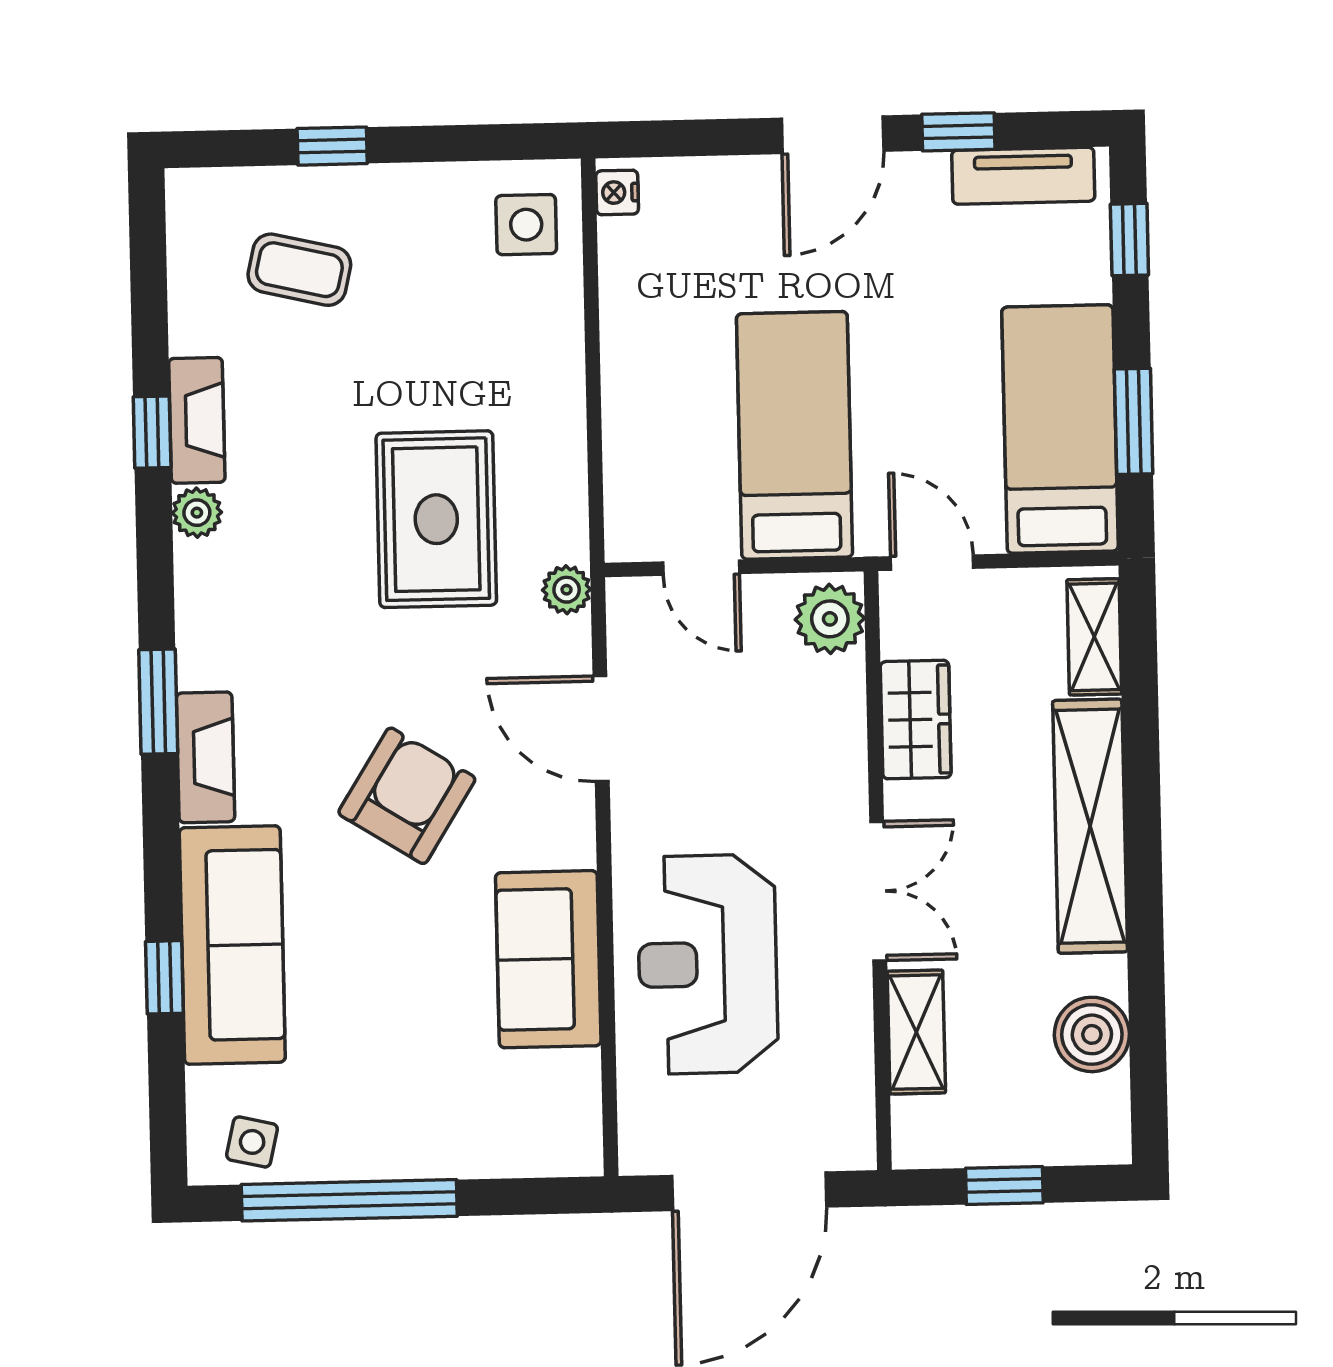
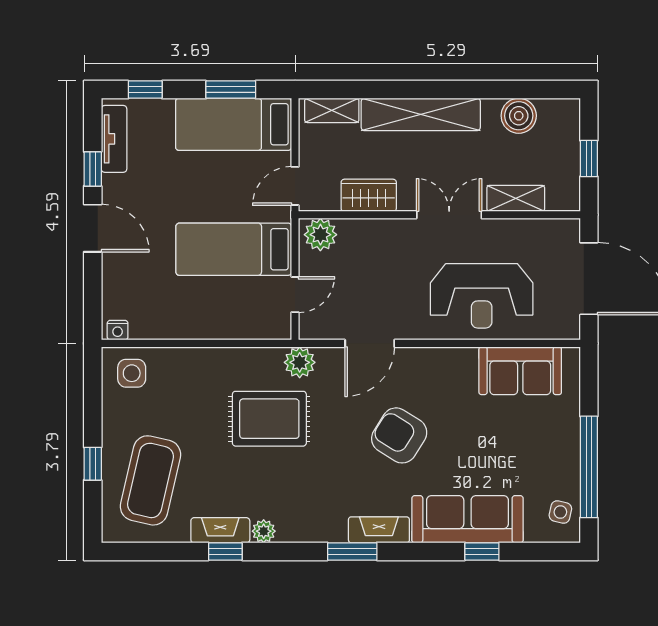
coffee table: (299, 270) -> (150, 480), width x1.86, depth x1.72
plant: (567, 590) -> (300, 362), width x1.38, depth x1.38
sofa: (548, 959) -> (520, 371), moved

